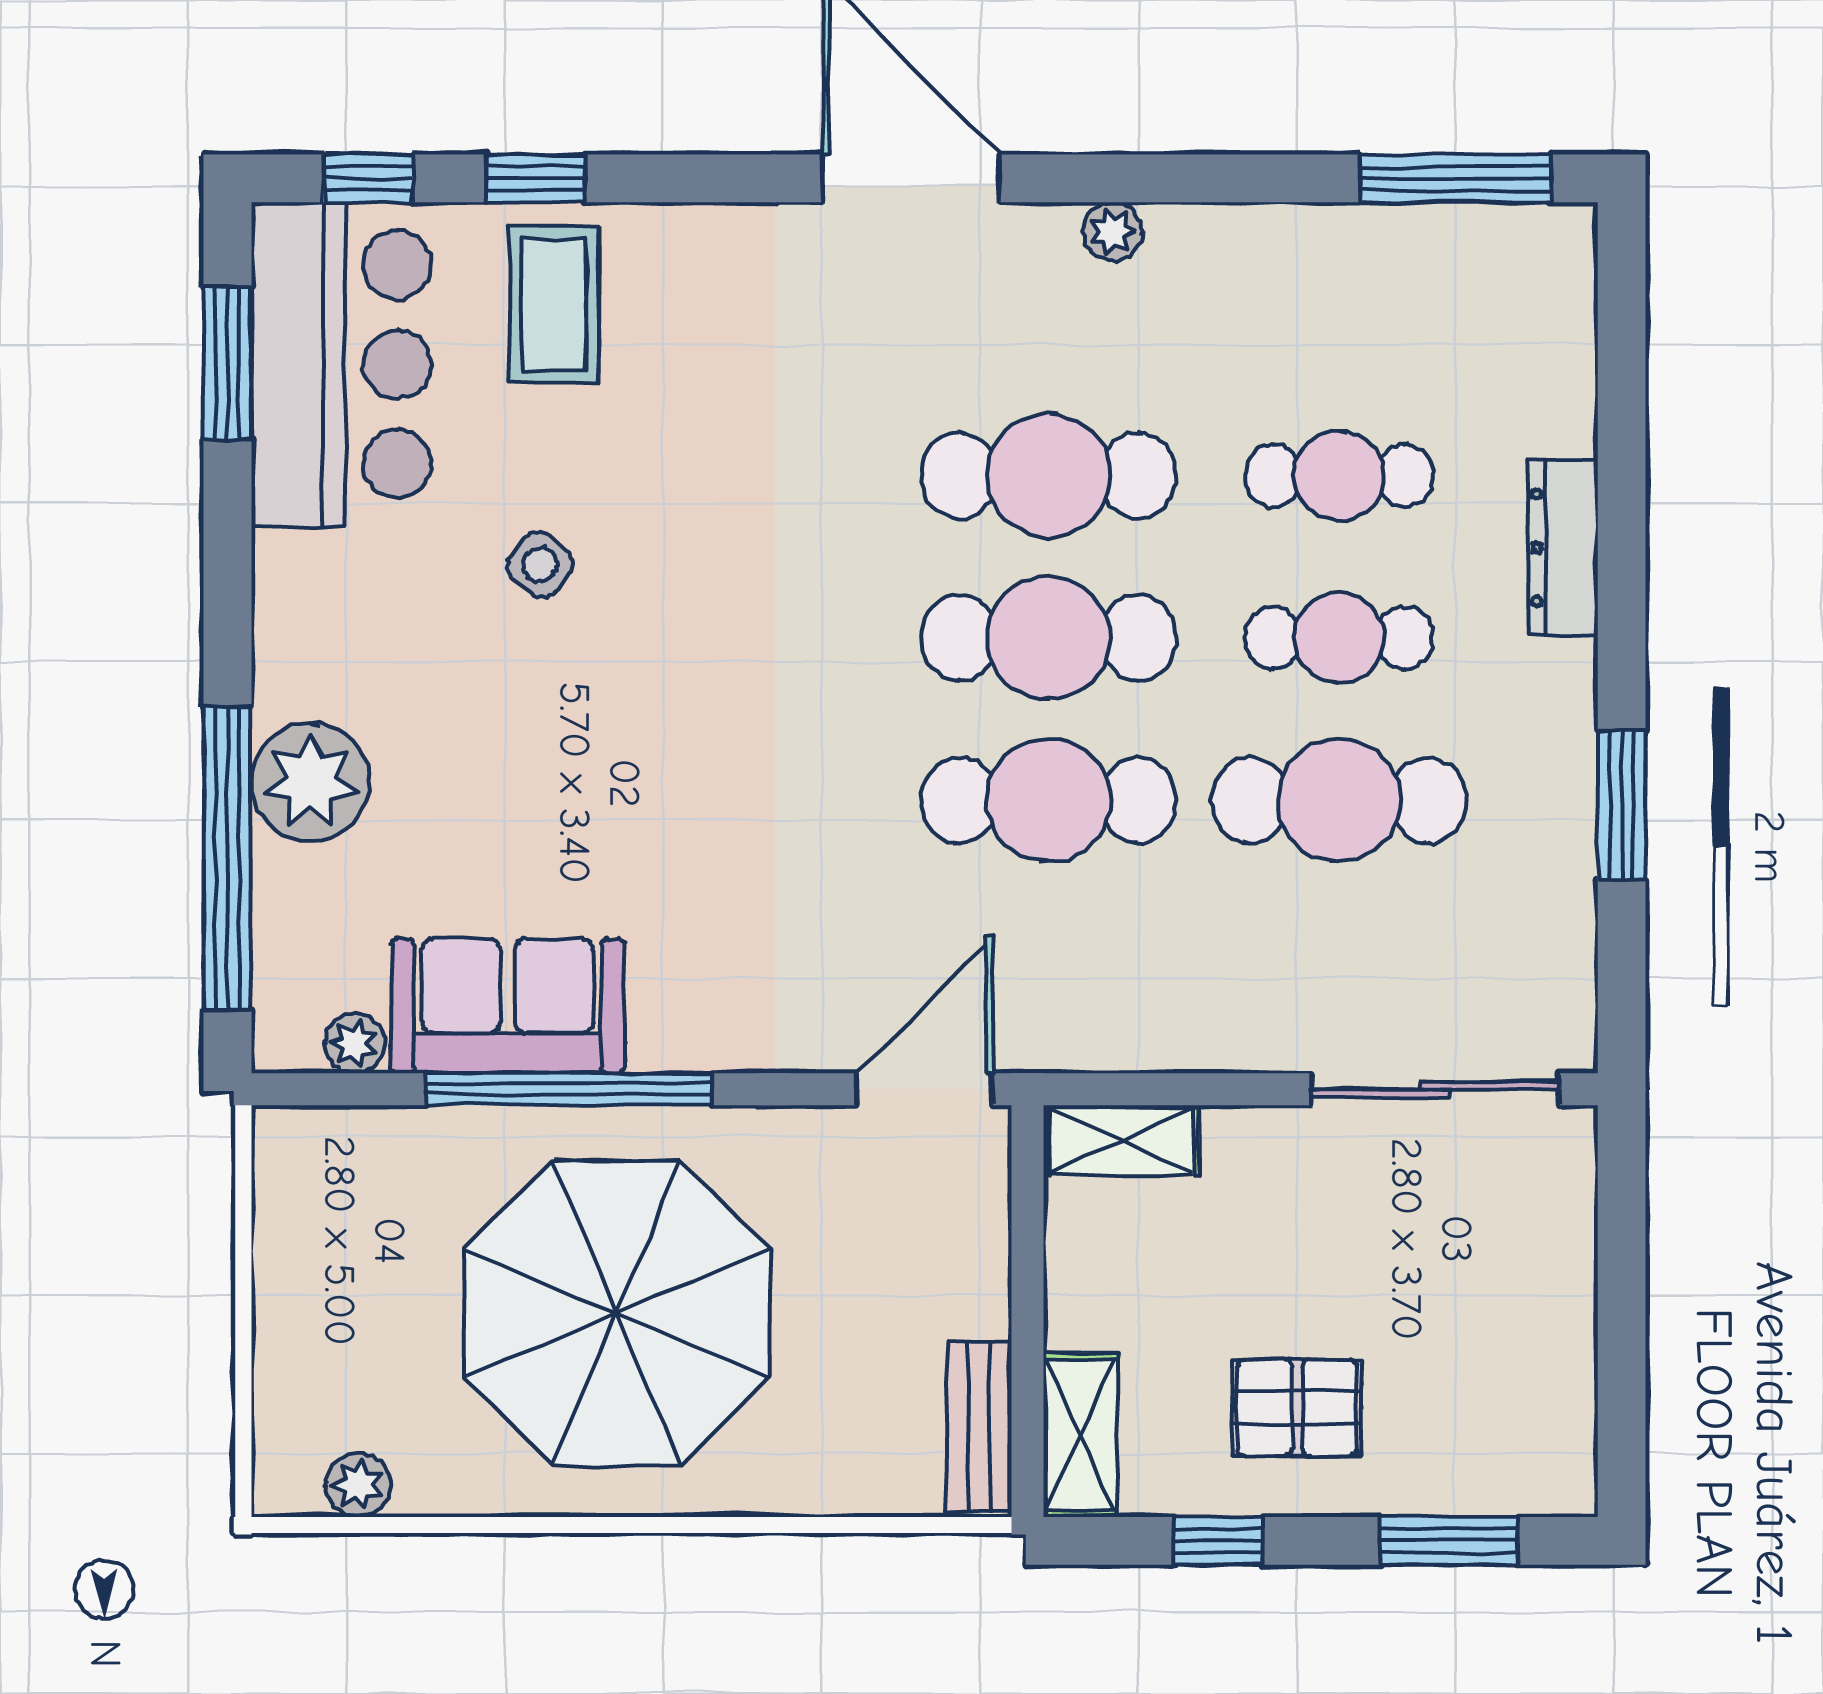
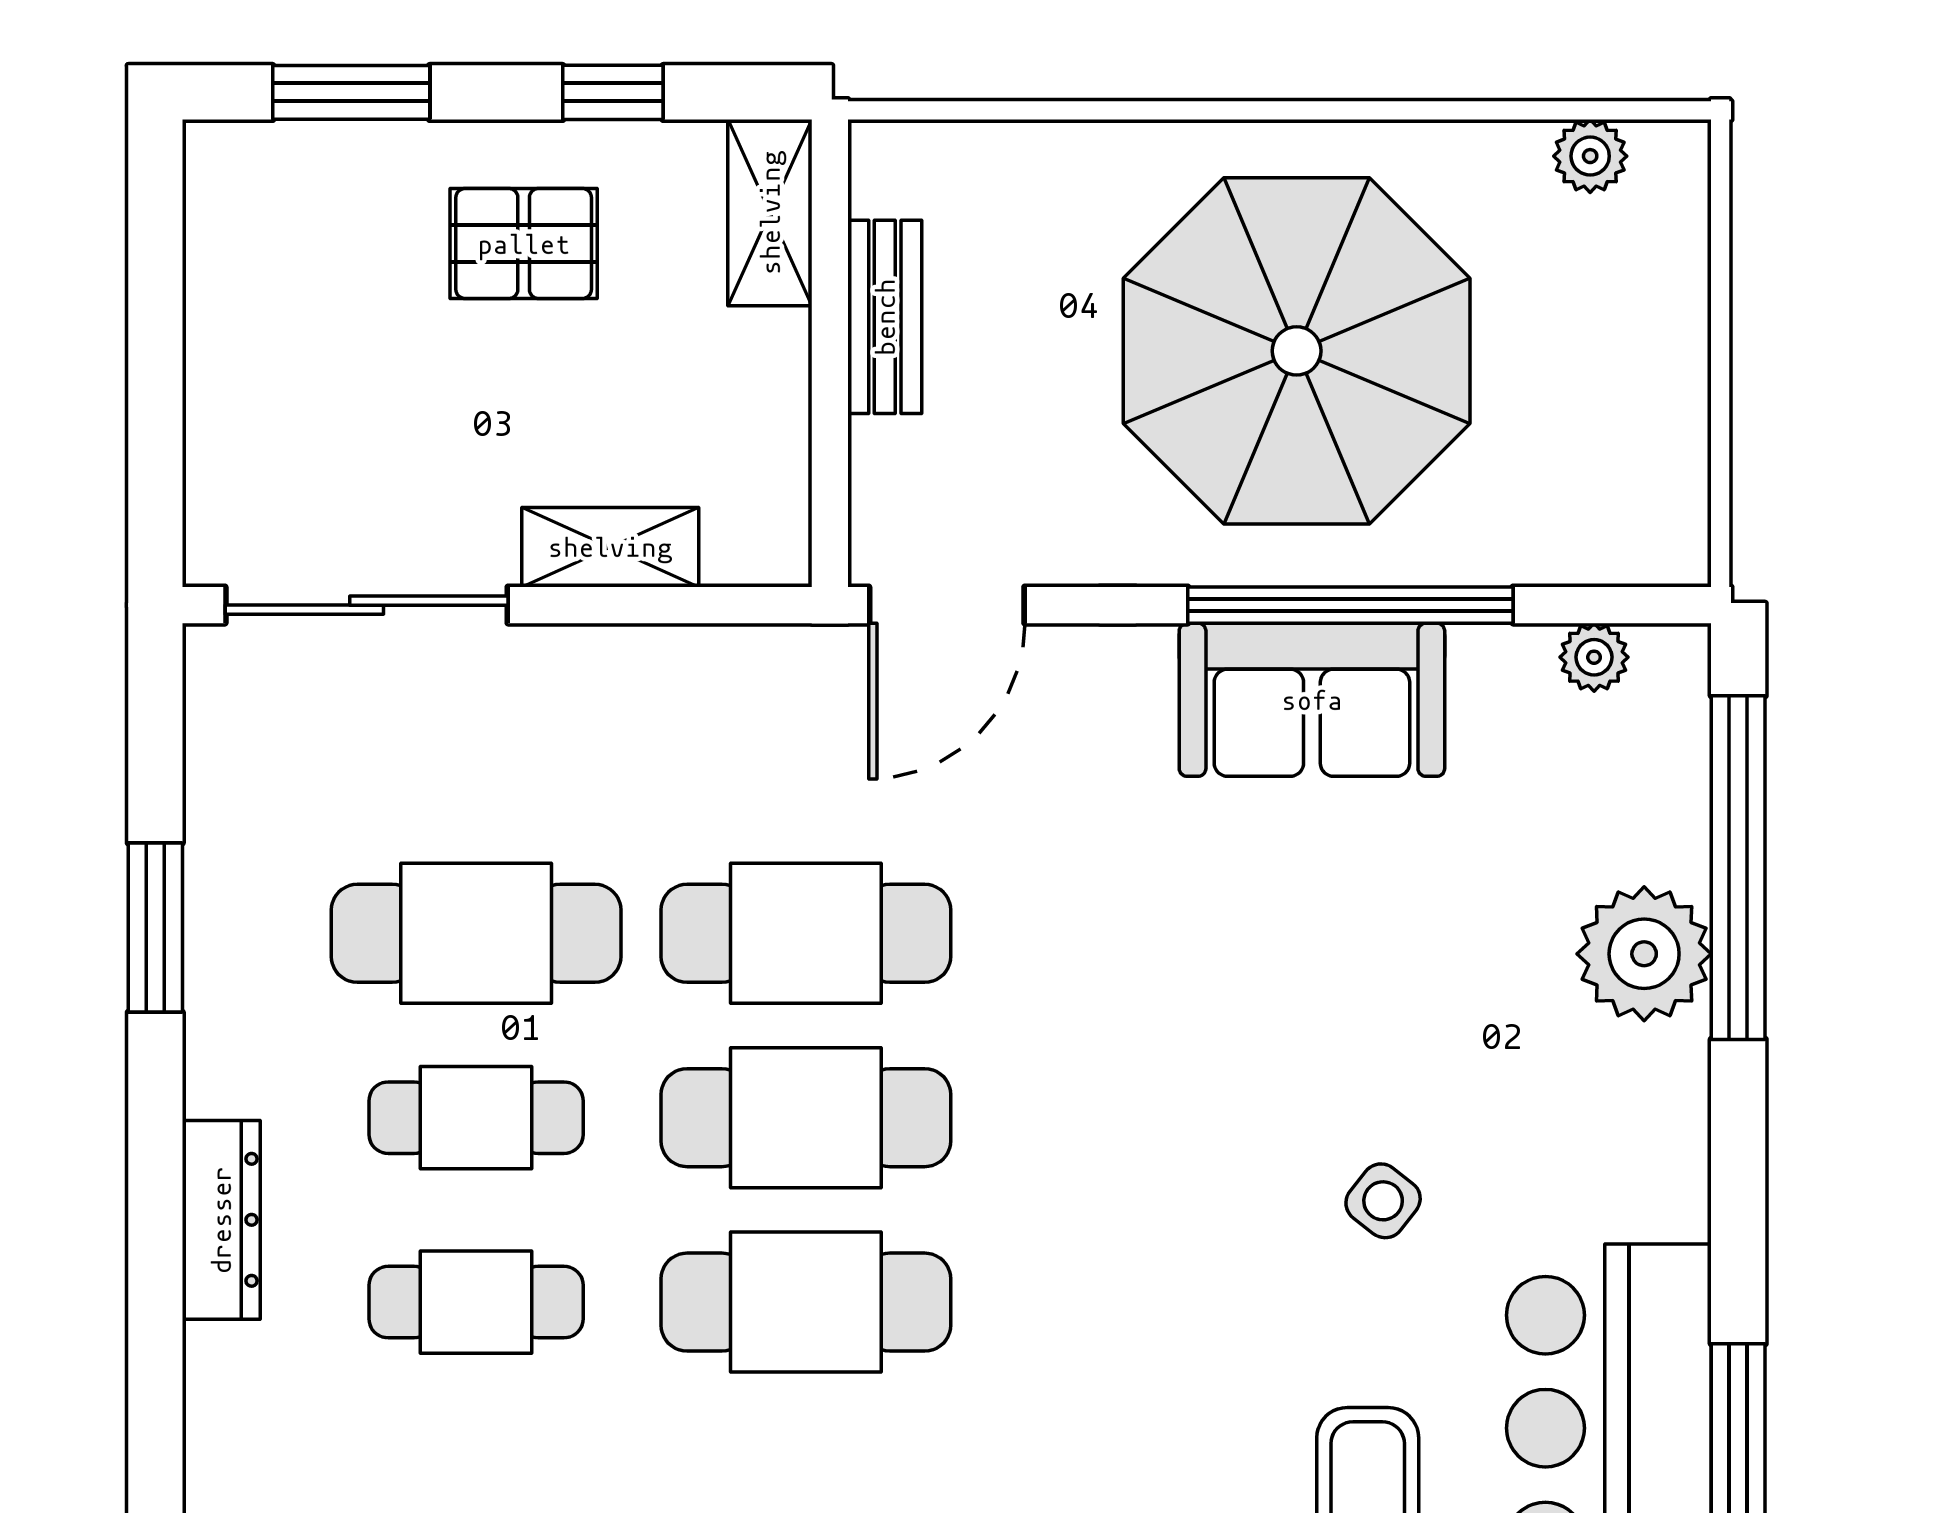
sofa: (508, 1006) -> (1312, 700), moved
shelving: (1121, 1140) -> (610, 547), moved
bench: (979, 1426) -> (885, 317), moved

